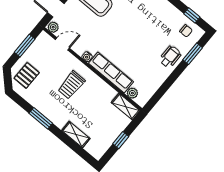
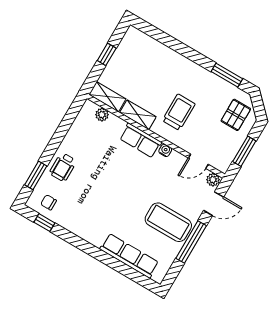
row of seats: (111, 73) -> (141, 140), width x0.68
window: (41, 118) -> (227, 75), moved
shelving: (76, 135) -> (138, 115), moved

